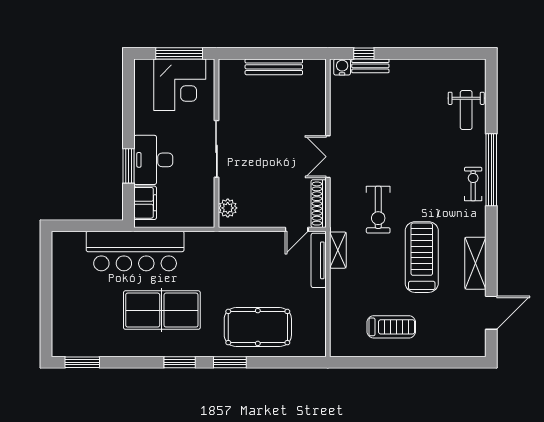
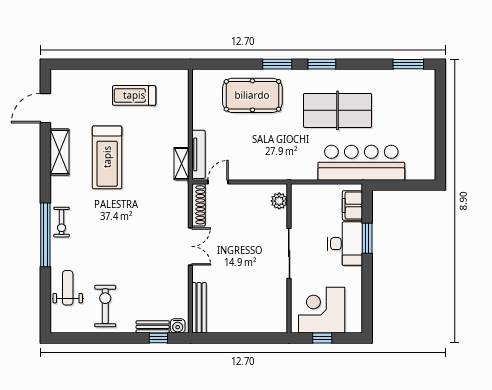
window: (179, 53) -> (322, 338), width x0.46
bench: (274, 67) -> (199, 308), moved, turned 90
exercise bike: (378, 210) -> (105, 306), moved

